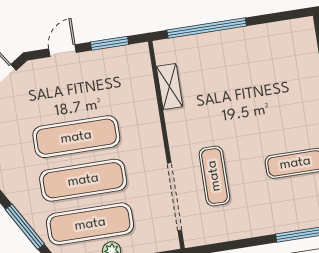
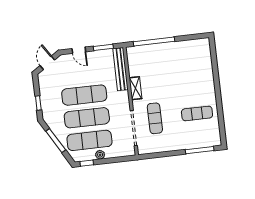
door: (62, 51) -> (79, 50), swing flipped
bench: (144, 84) -> (121, 69), added
shelving: (170, 87) -> (135, 88), moved

